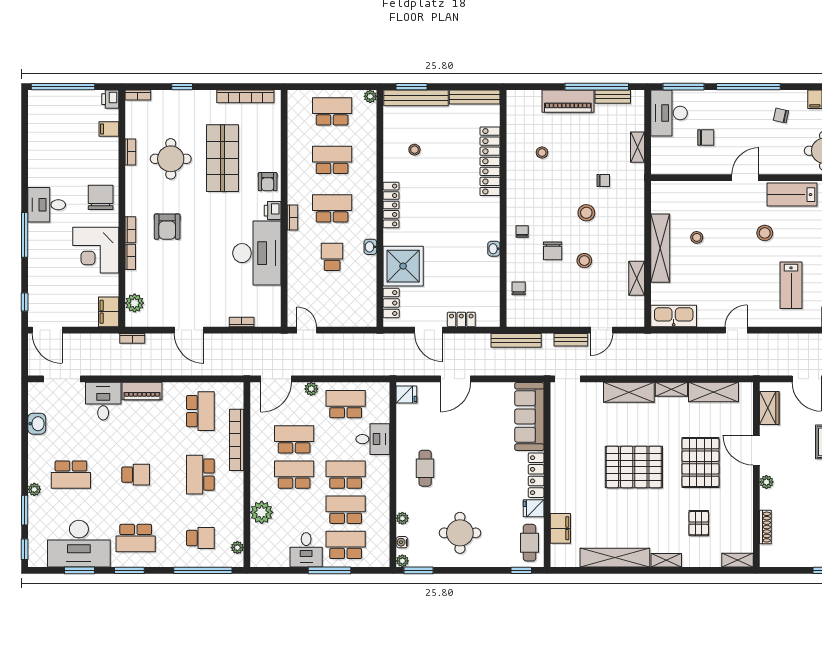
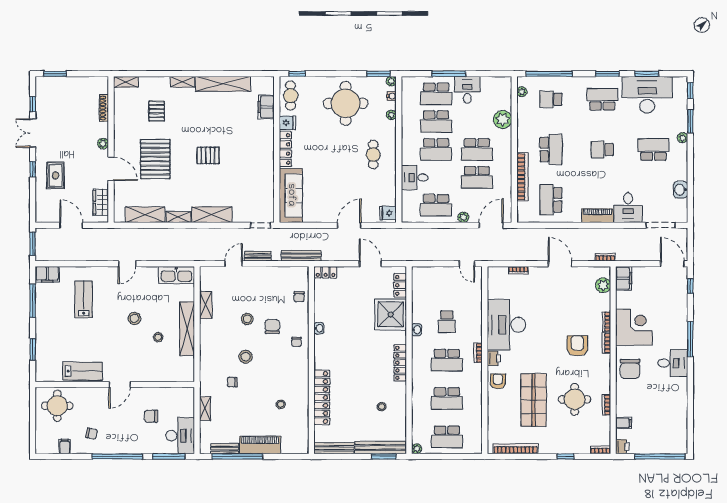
stool: (765, 233) -> (134, 318), moved
locker: (461, 319) -> (326, 272), moved
pallet: (634, 467) -> (208, 155), width x0.49, depth x0.50
round table: (460, 533) -> (346, 103), width x1.36, depth x1.36

